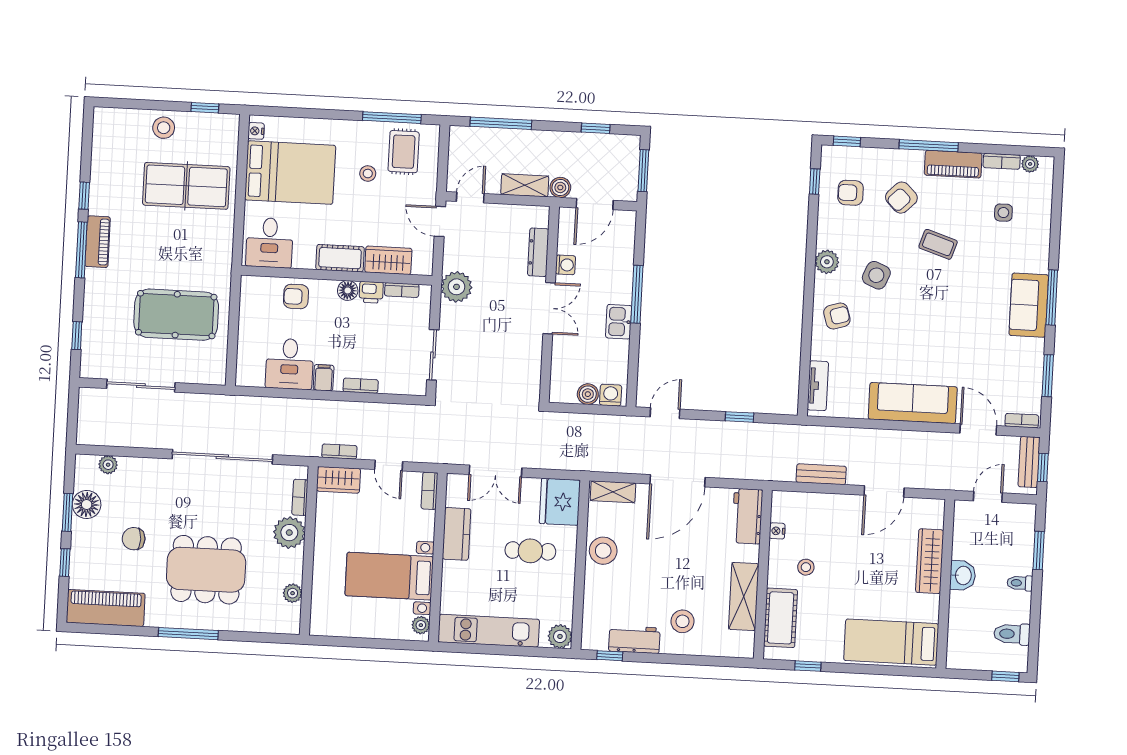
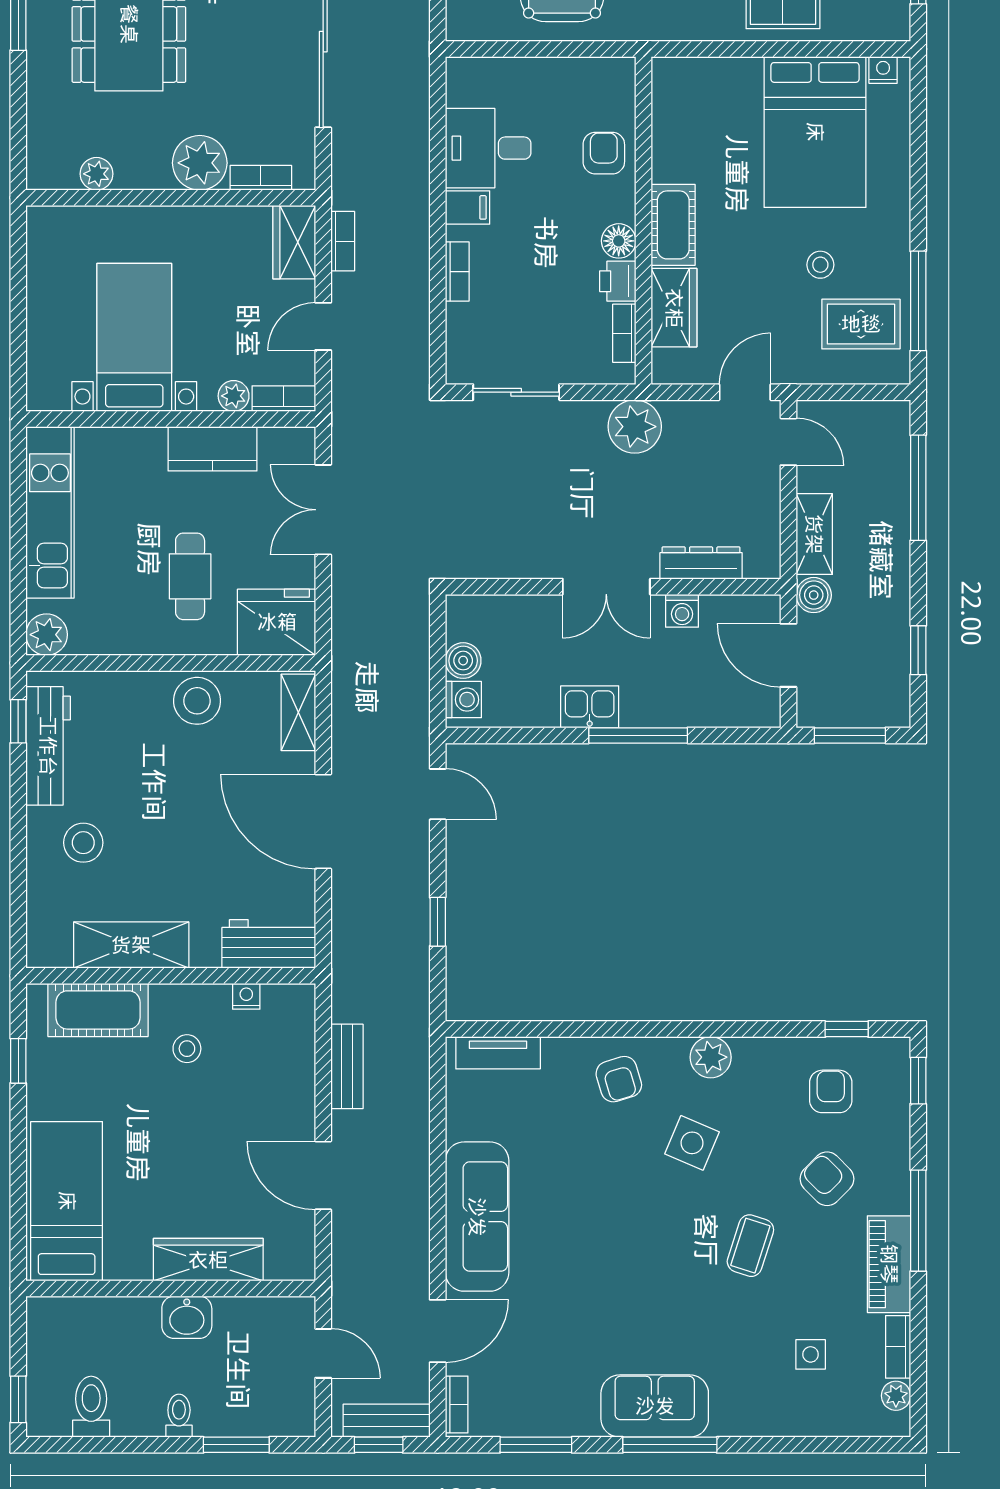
desk: (270, 243) -> (693, 103), removed
plant: (421, 625) -> (234, 396), moved
workbench: (634, 639) -> (48, 746), width x1.38

